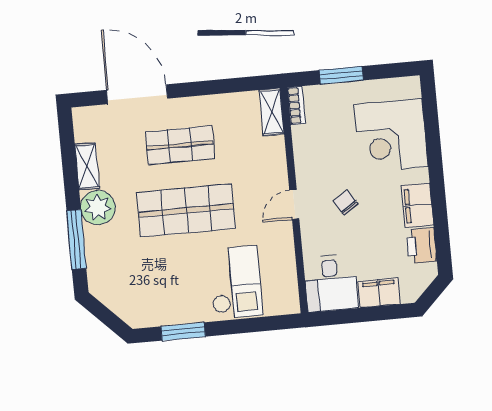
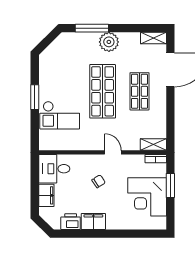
corner desk: (391, 136) -> (147, 197), moved, turned -90
shelving: (87, 166) -> (153, 38), moved
door: (294, 204) -> (113, 152), moved
window: (183, 331) -> (35, 97), moved

